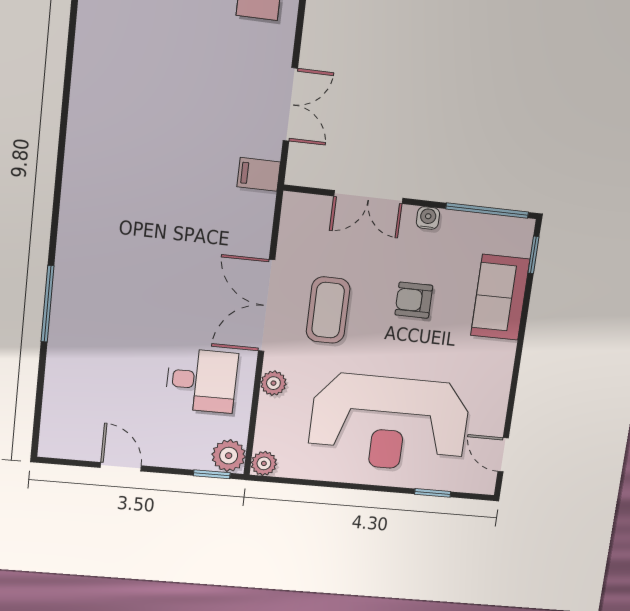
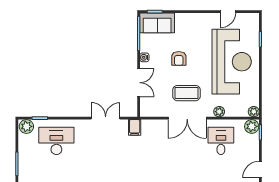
sofa: (500, 297) -> (157, 23), moved
door: (503, 455) -> (228, 12), moved

